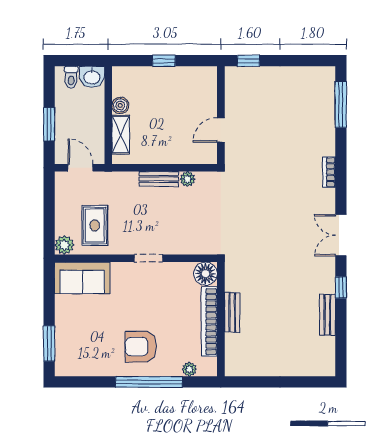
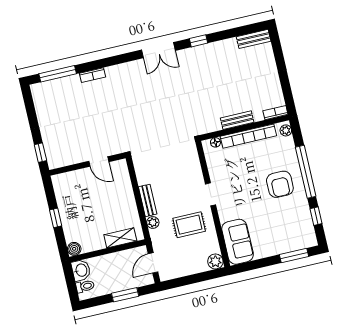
boiler: (120, 105) -> (74, 249), moved
bookcase: (329, 172) -> (93, 75), moved
plant: (187, 179) -> (153, 222), moved
rug: (95, 225) -> (189, 225), moved
floor lamp: (206, 274) -> (215, 142), width x0.53, depth x0.53
bench: (327, 315) -> (254, 39), moved
bookcase: (230, 362) -> (275, 113), added
plant: (189, 369) -> (286, 130), moved
window: (91, 382) -> (316, 216), added

